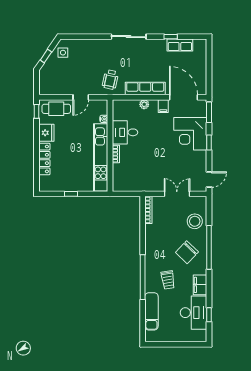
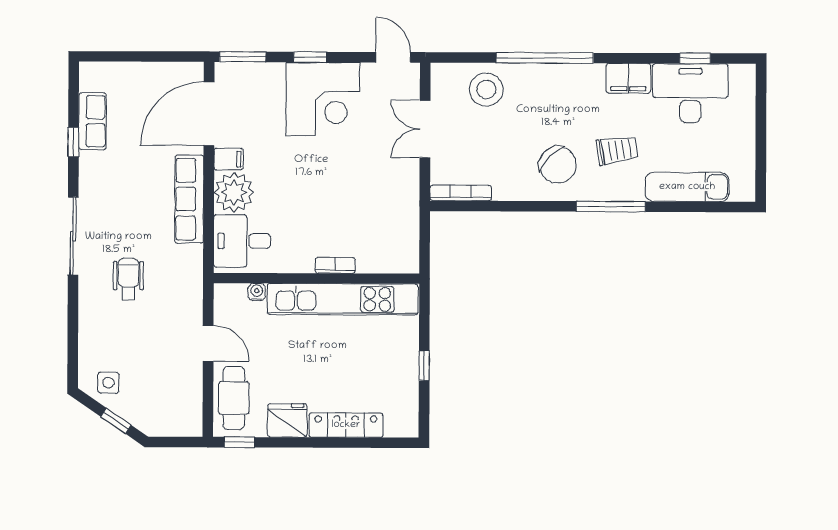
wheelchair: (110, 80) -> (128, 279), moved, turned -102
plant: (144, 104) -> (234, 192), width x1.88, depth x1.88
desk: (125, 132) -> (242, 241), moved, turned 90
corner desk: (190, 134) -> (323, 99), moved
chair: (187, 252) -> (558, 165), moved
window: (143, 277) -> (611, 207), width x0.68

